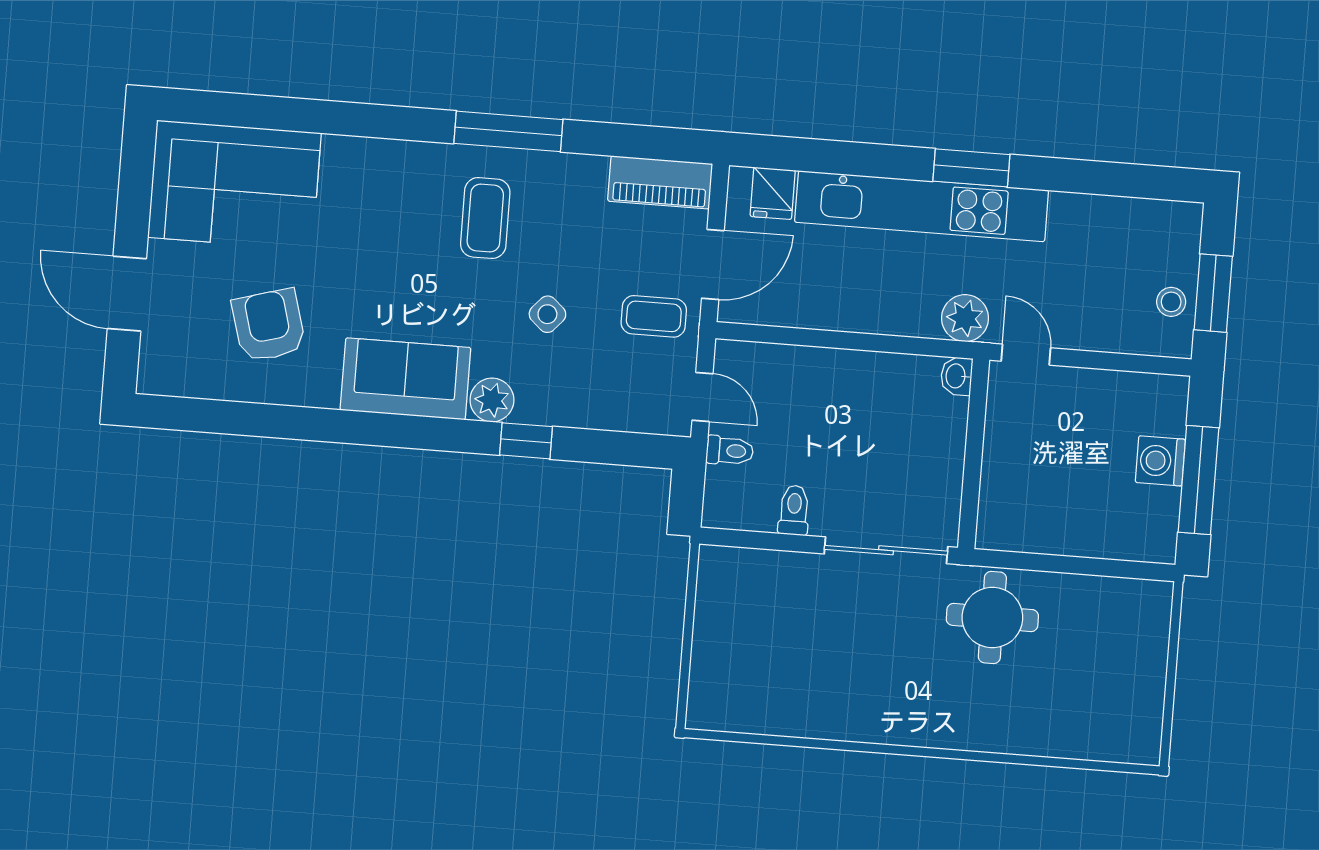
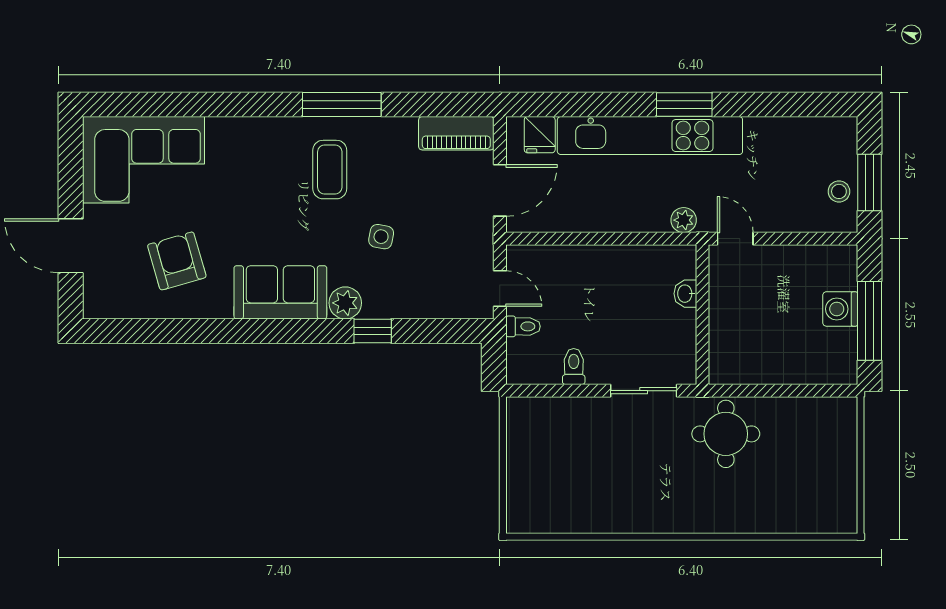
side table: (547, 314) -> (381, 237), turned -31
coffee table: (654, 316) -> (459, 232), removed
plant: (965, 318) -> (684, 220), width x0.73, depth x0.73
washbasin: (956, 376) -> (685, 294), moved
sliding door: (886, 550) -> (644, 391), width x0.73

